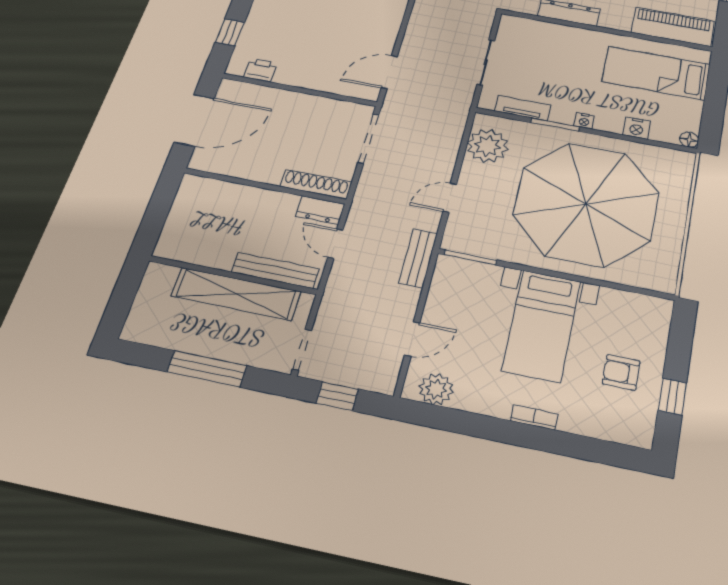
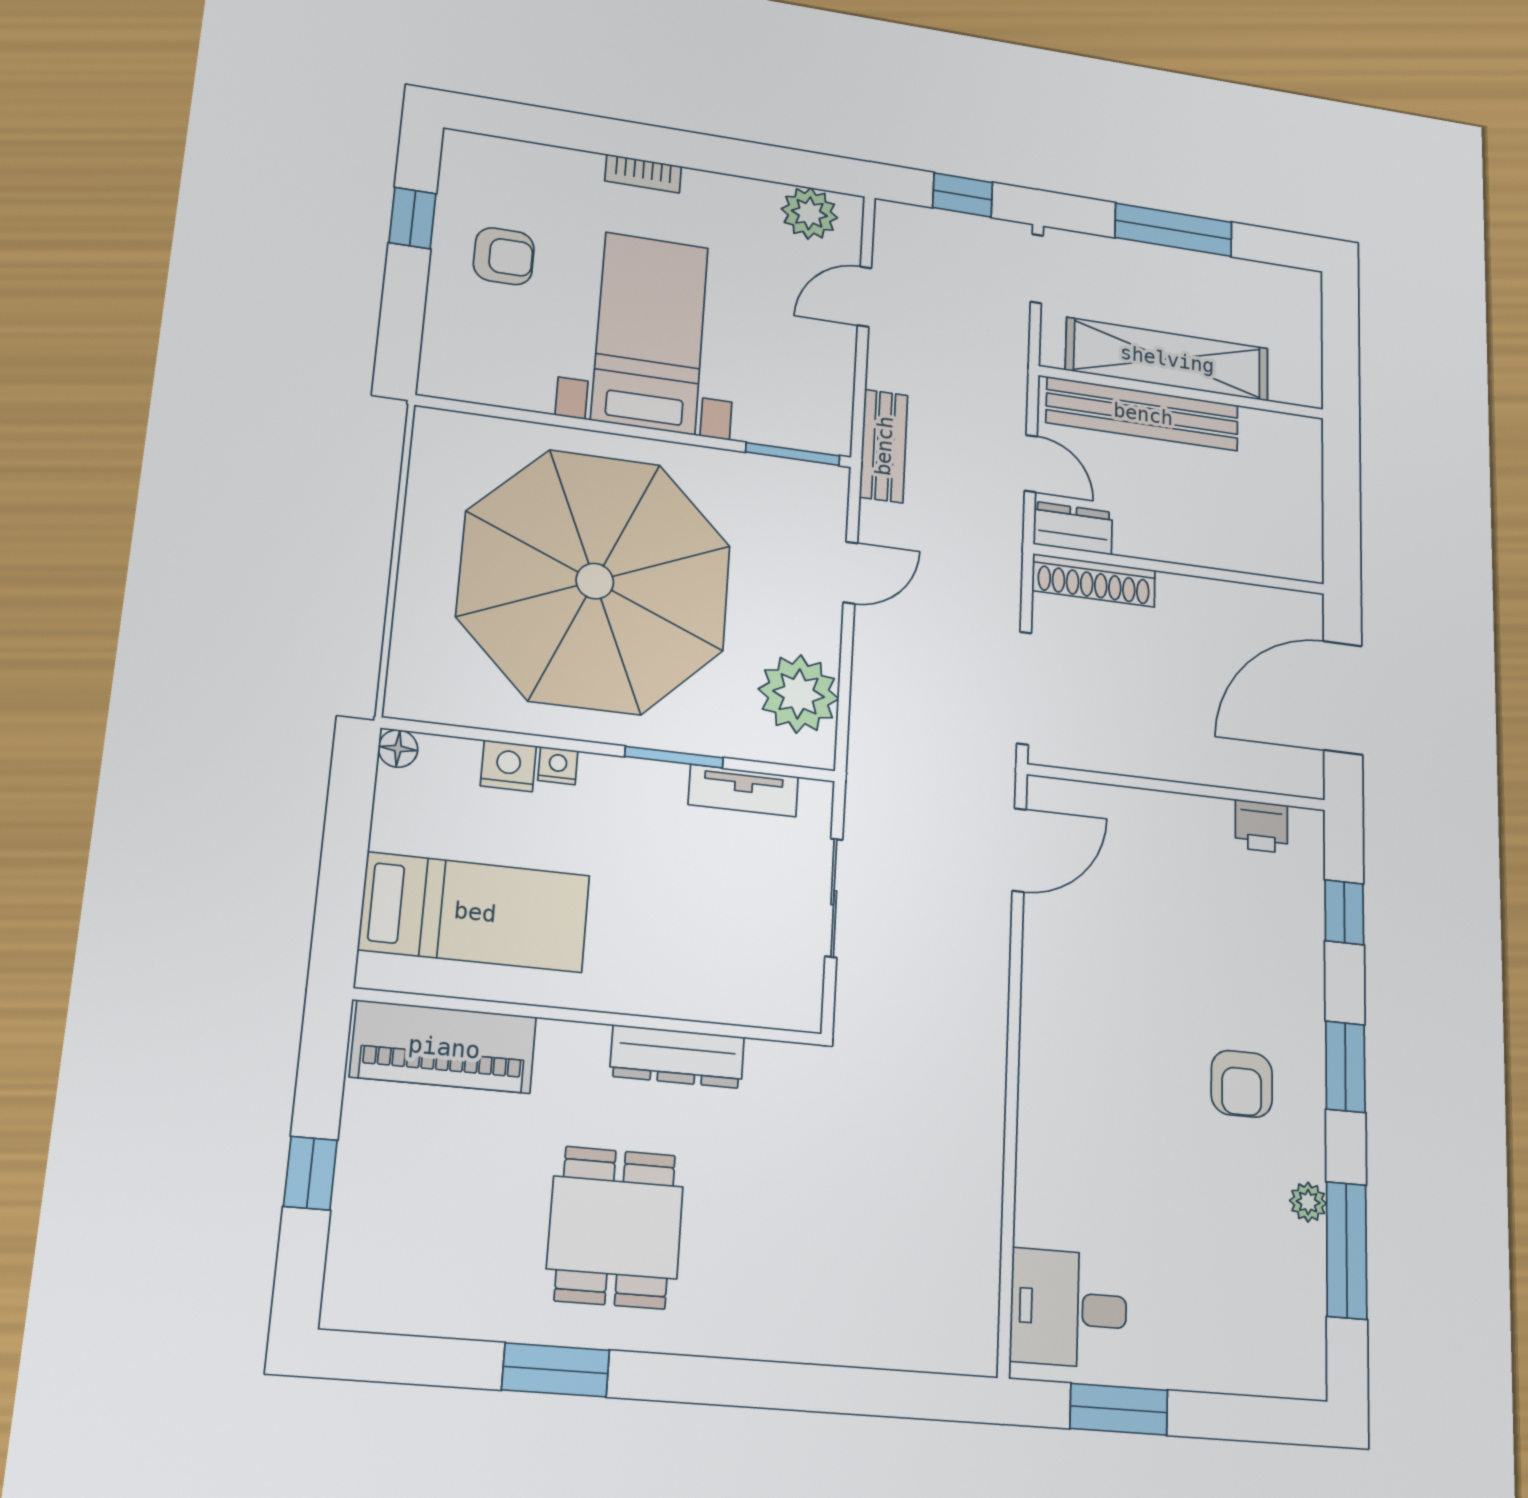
nightstand: (584, 121) -> (558, 766), moved
bench: (275, 270) -> (1143, 414), width x1.37, depth x1.21

